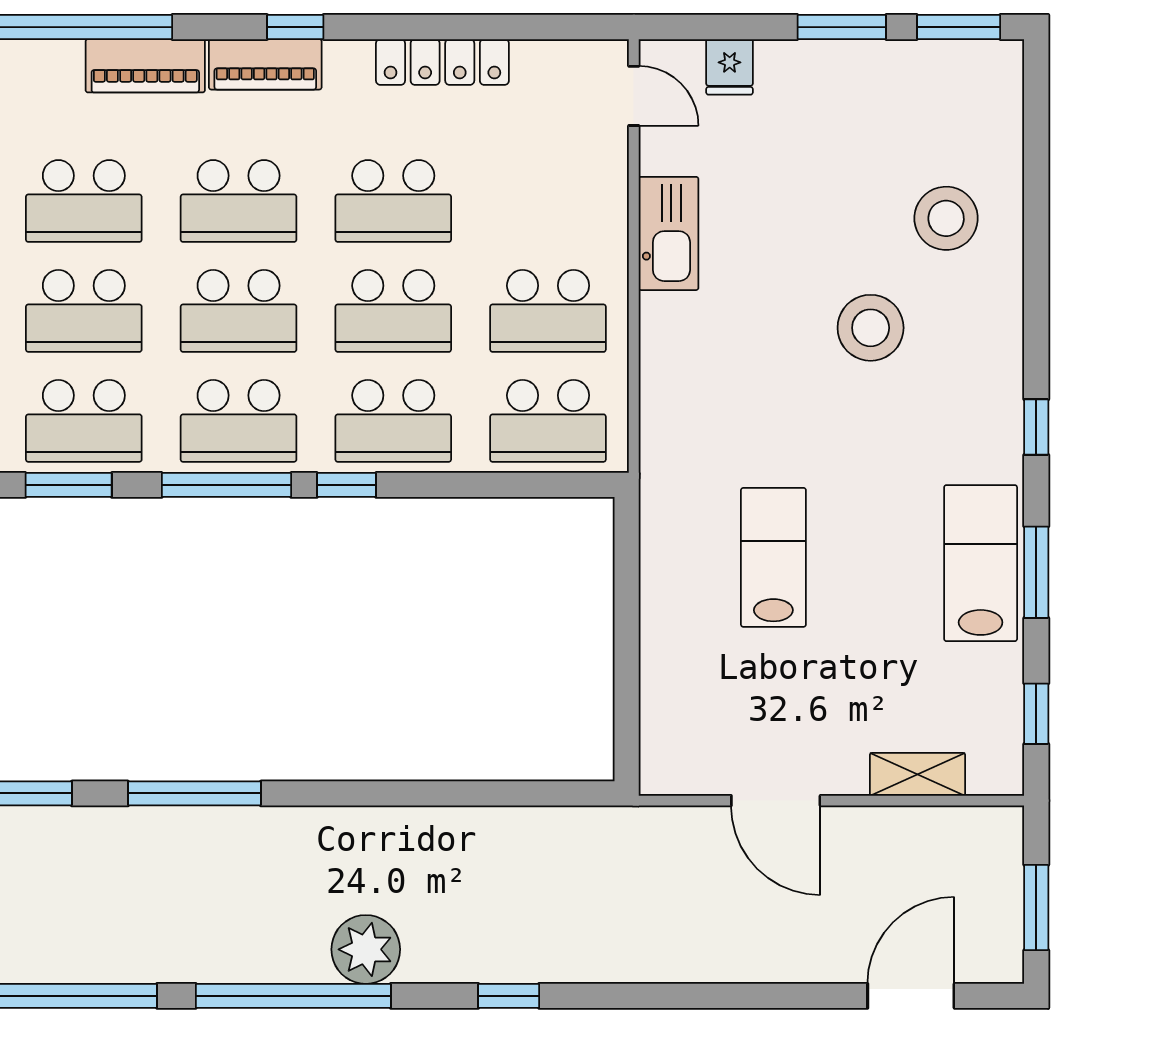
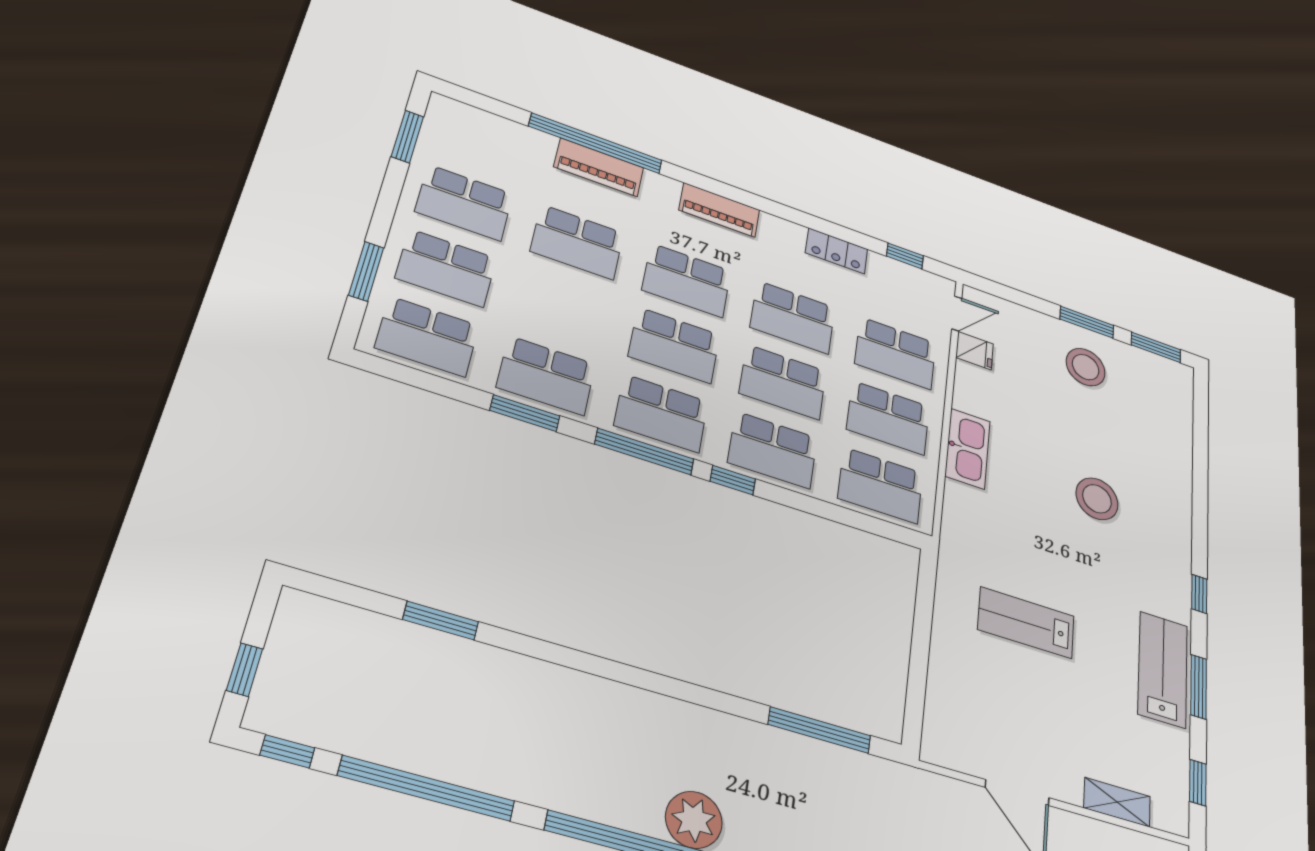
window: (295, 27) -> (905, 256), moved
locker: (442, 62) -> (837, 251), width x0.66
piano: (145, 66) -> (599, 167), moved
fridge: (730, 67) -> (975, 351), moved, turned -90
door: (634, 96) -> (957, 313), hinge flipped
stool: (946, 218) -> (1086, 367), moved
kitchen sink: (668, 233) -> (968, 449), moved
school desk: (84, 311) -> (896, 353), moved
lab bench: (773, 557) -> (1026, 623), turned -90
window: (194, 793) -> (820, 730), moved

